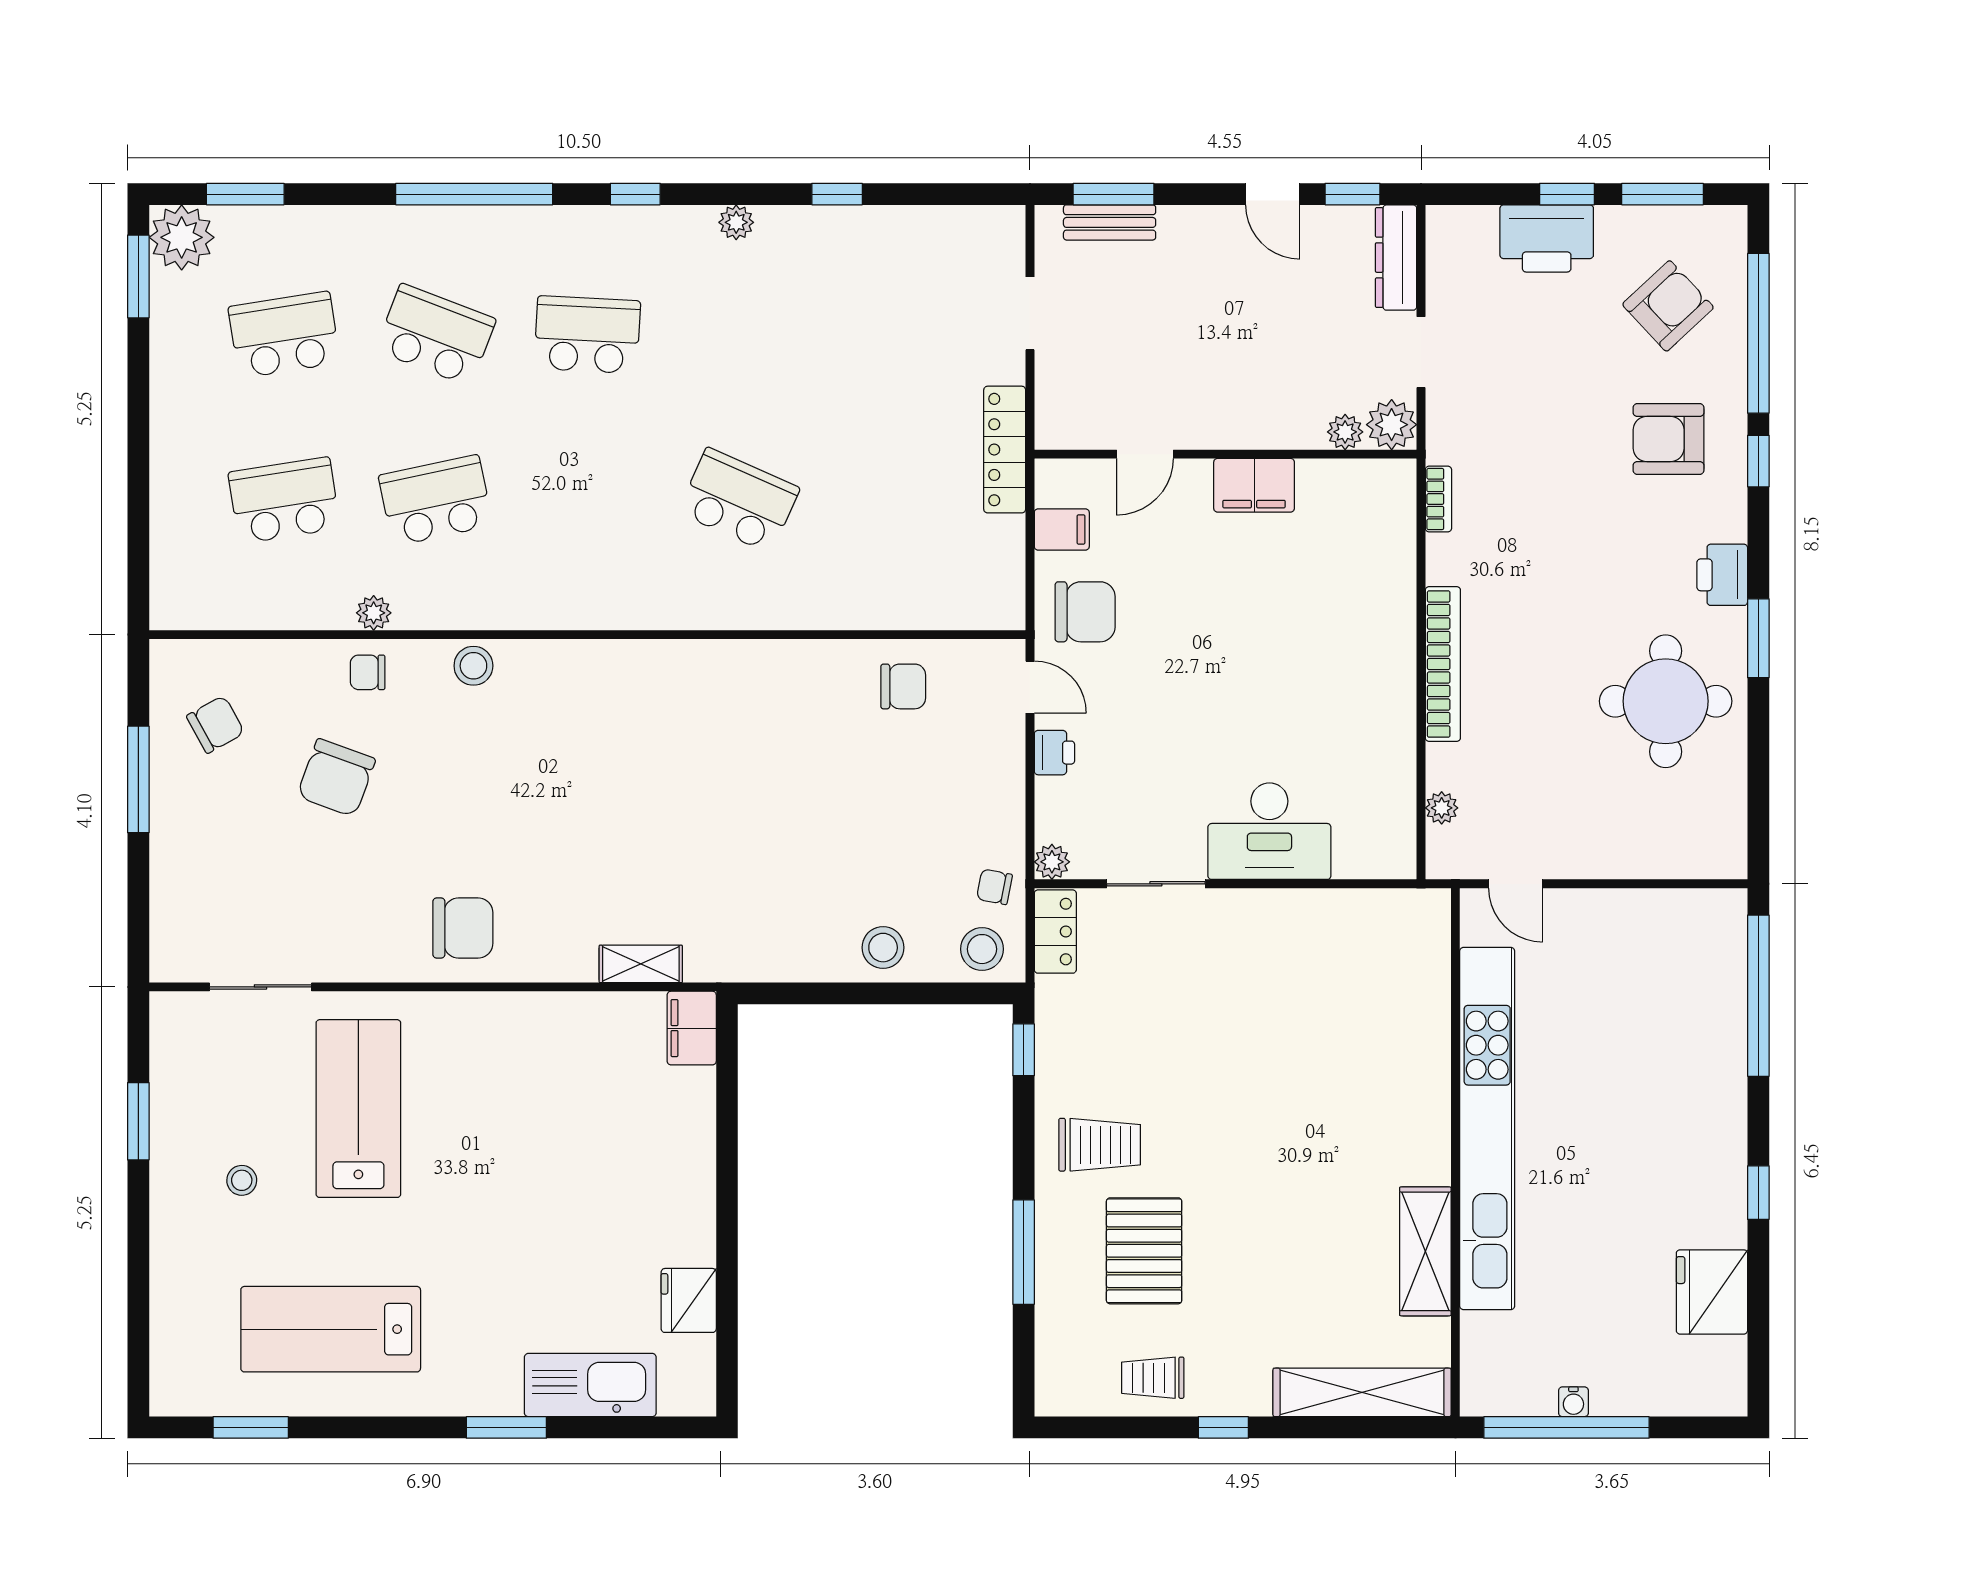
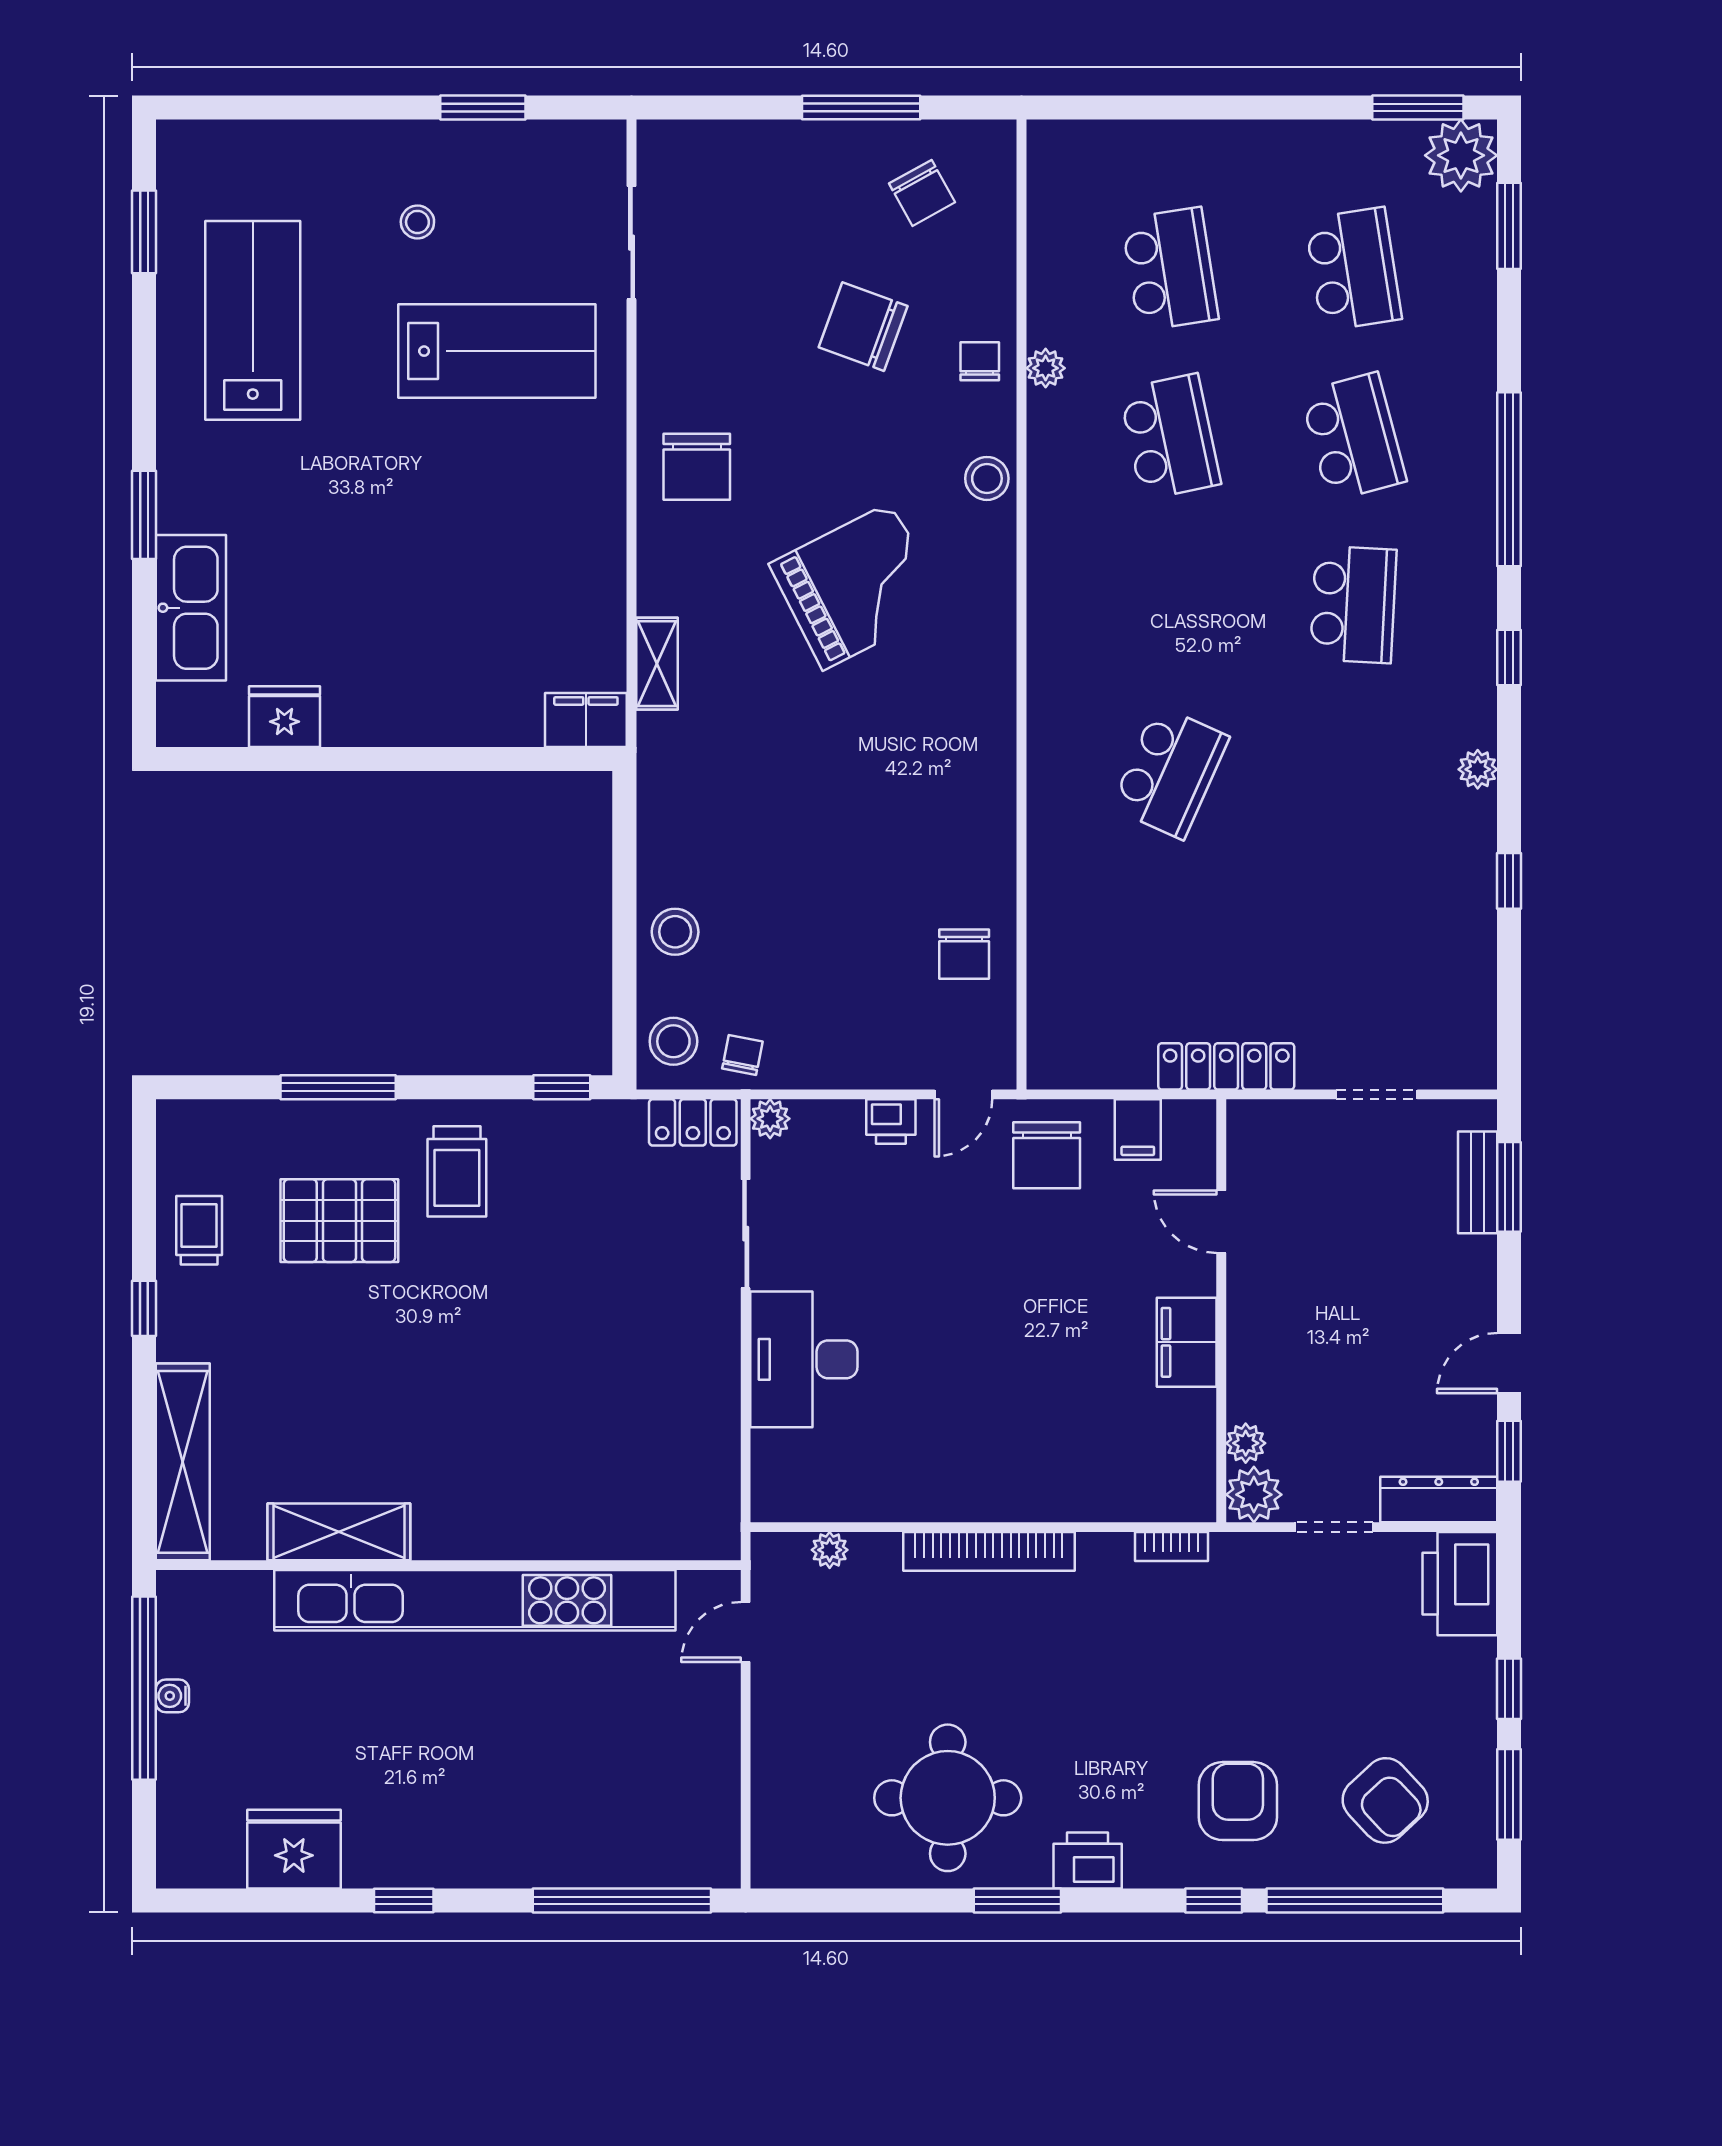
printer: (1547, 238) -> (1460, 1584), moved
school desk: (436, 335) -> (1353, 437), turned -36
grand piano: (571, 783) -> (857, 586), added

